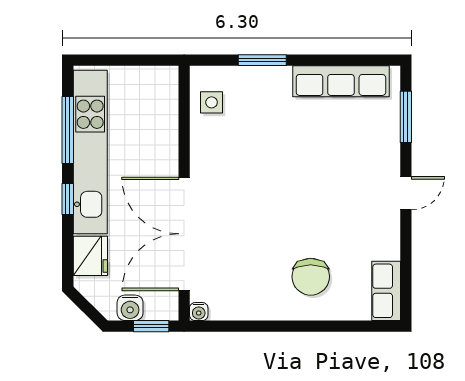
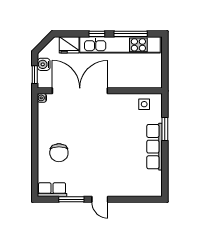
row of seats: (341, 81) -> (155, 147), moved
window: (406, 117) -> (71, 199), moved
chair: (311, 277) -> (59, 153), turned -90

